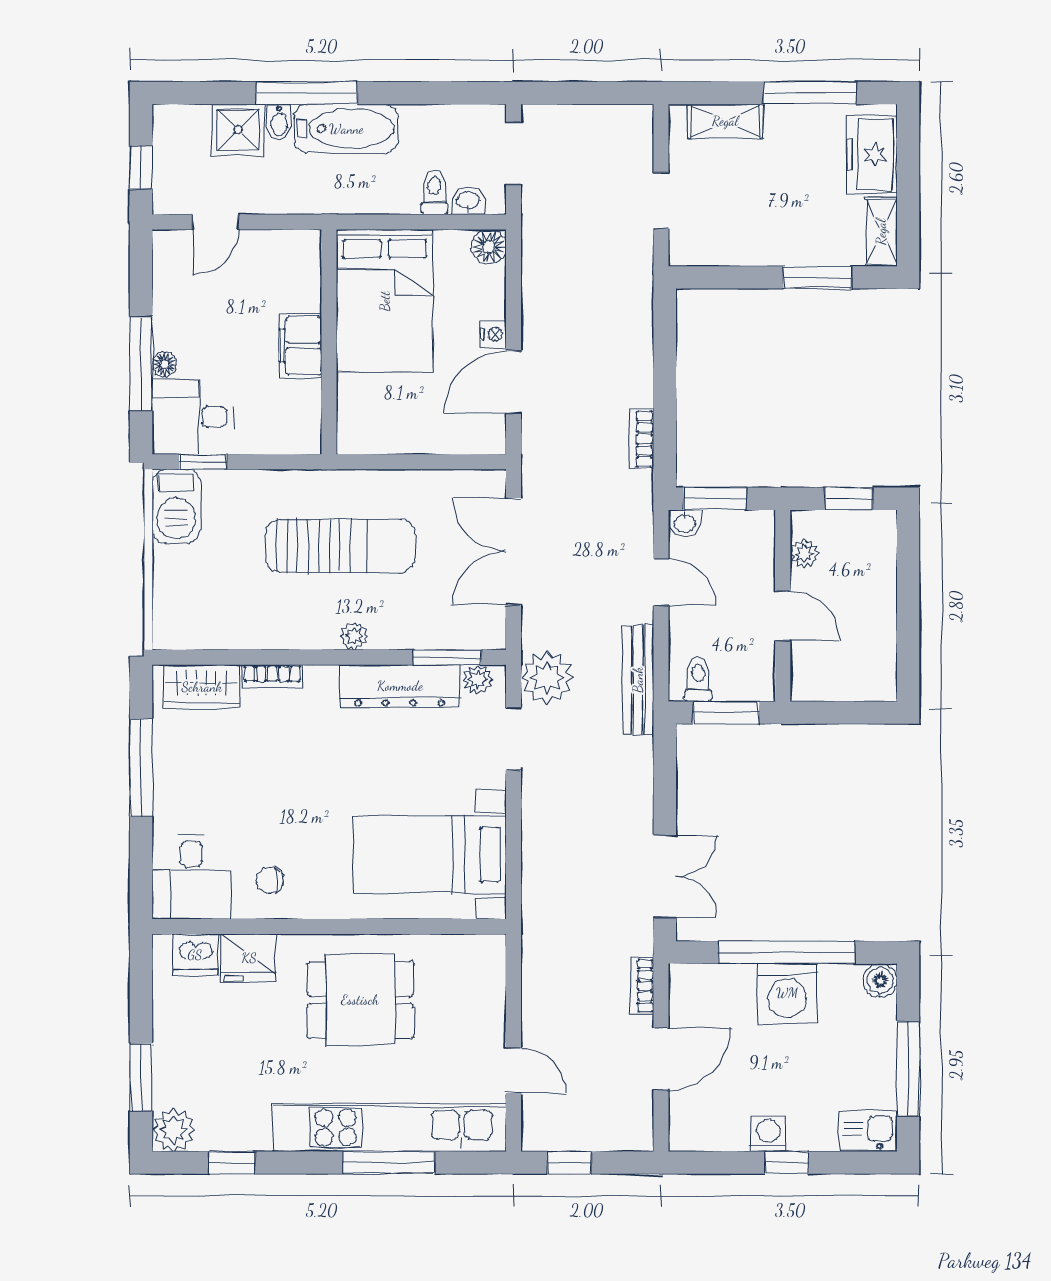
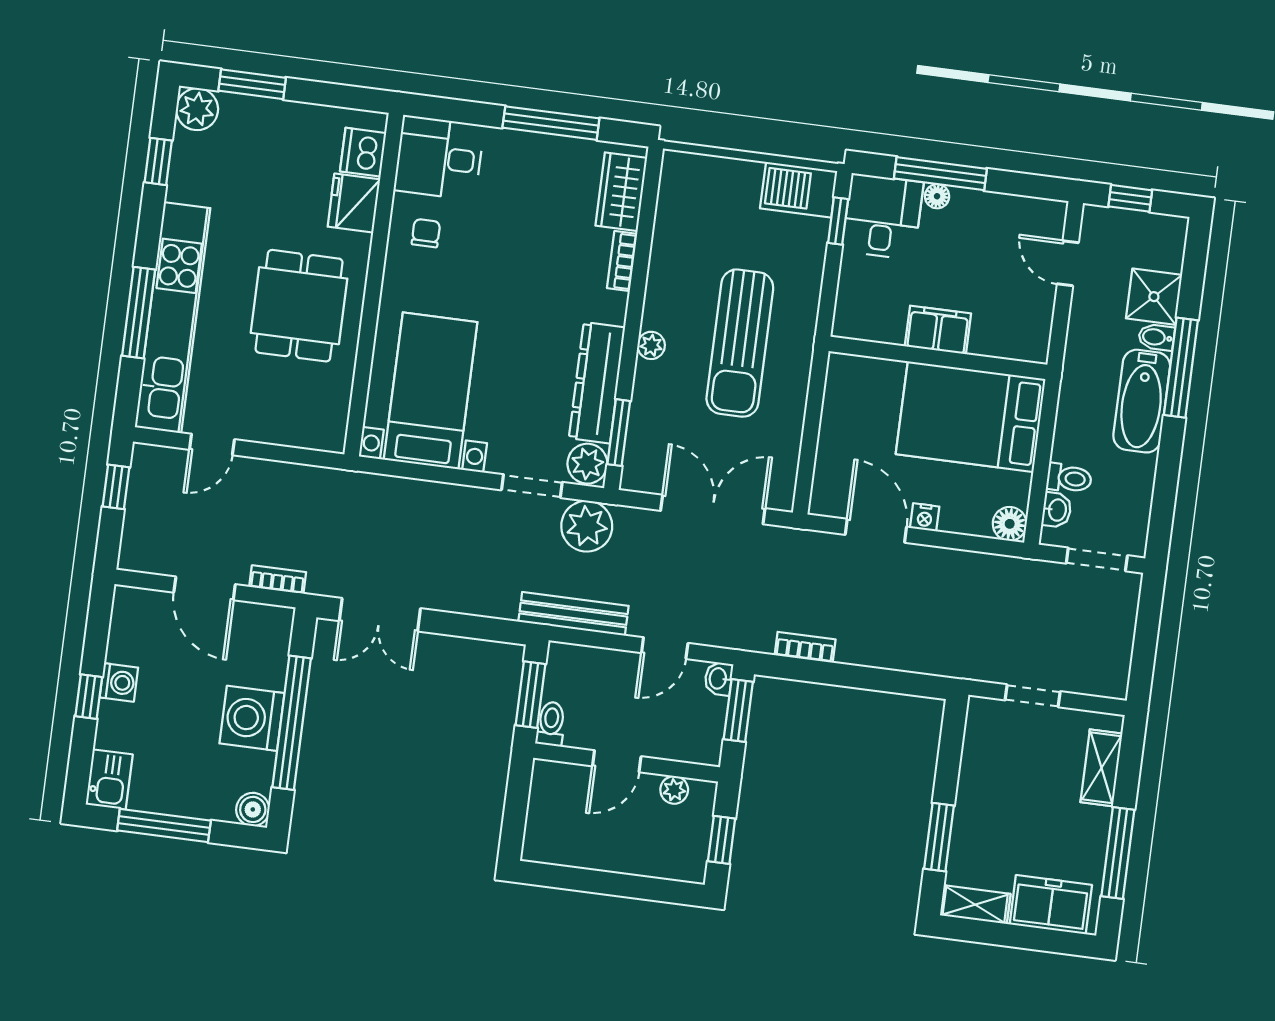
toilet: (698, 679) -> (551, 724), moved, turned -90
plant: (478, 680) -> (587, 464), width x1.38, depth x1.38

